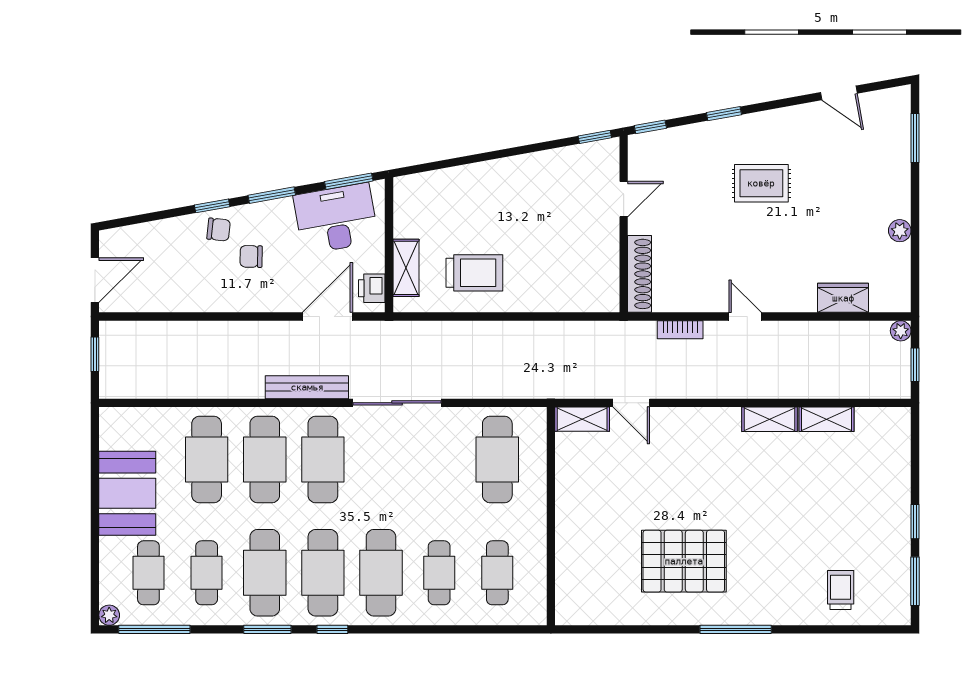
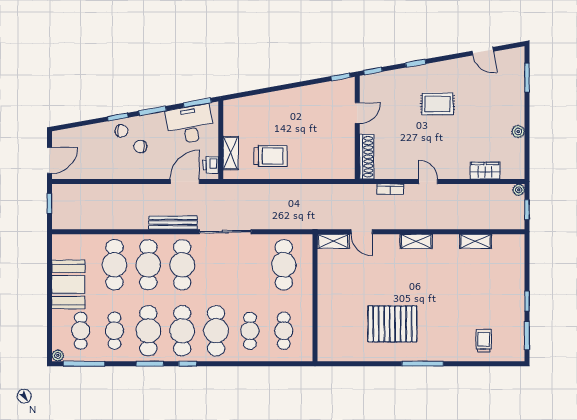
shelving: (769, 419) -> (416, 241), moved

